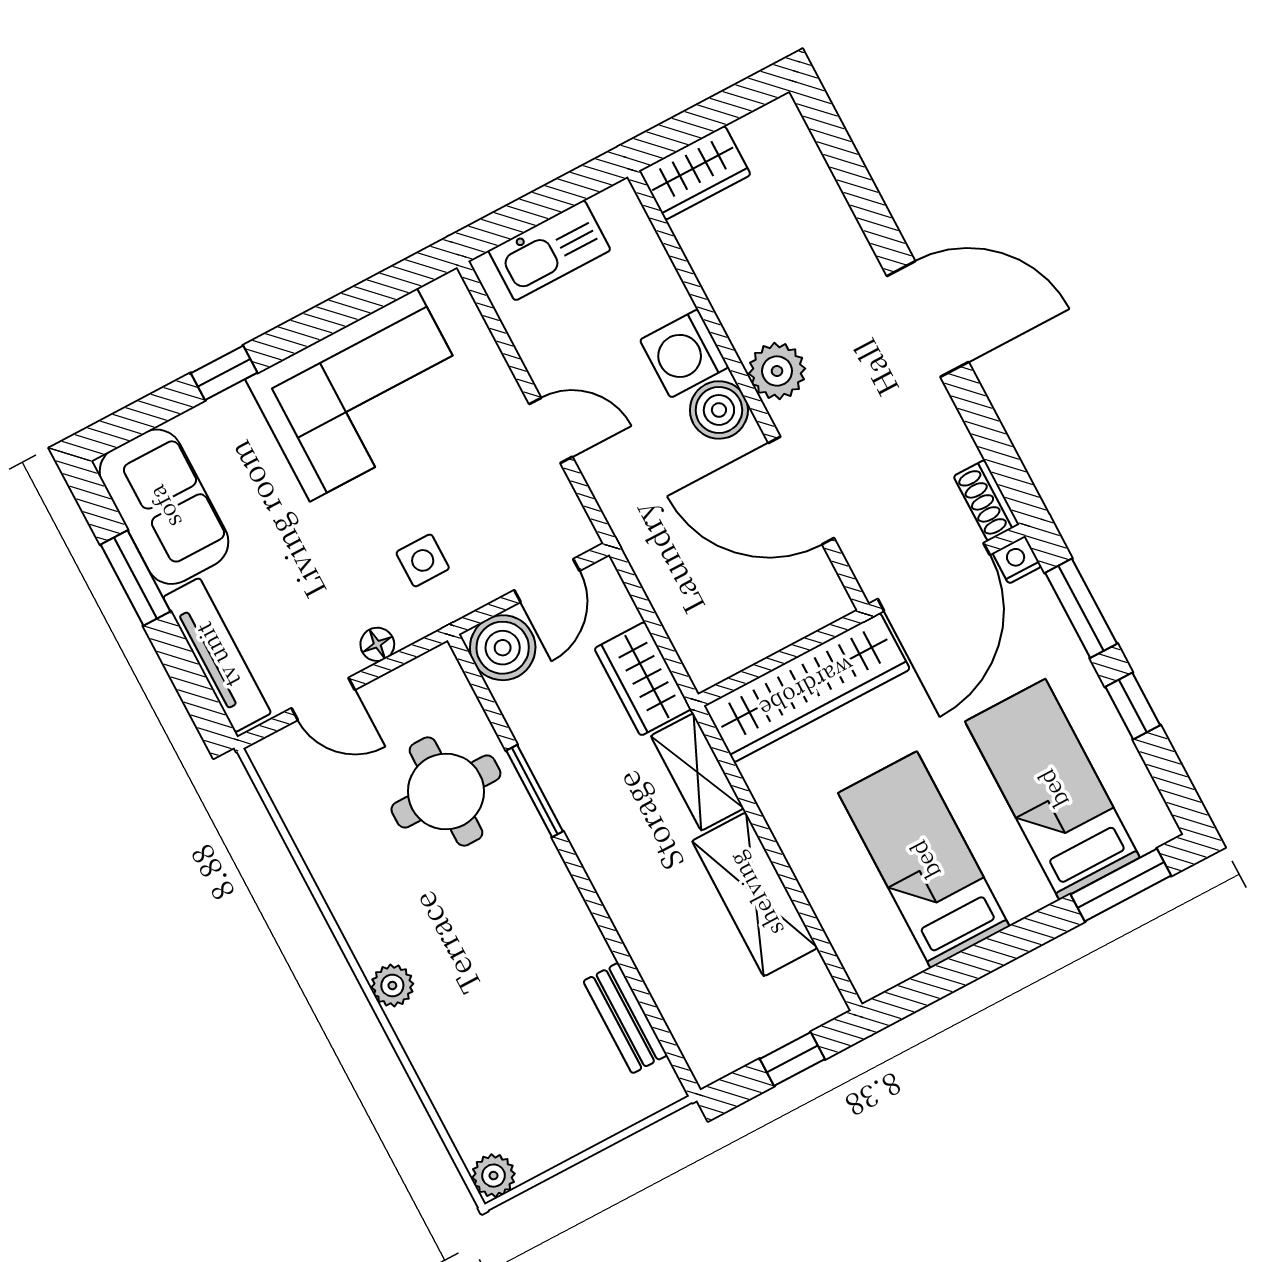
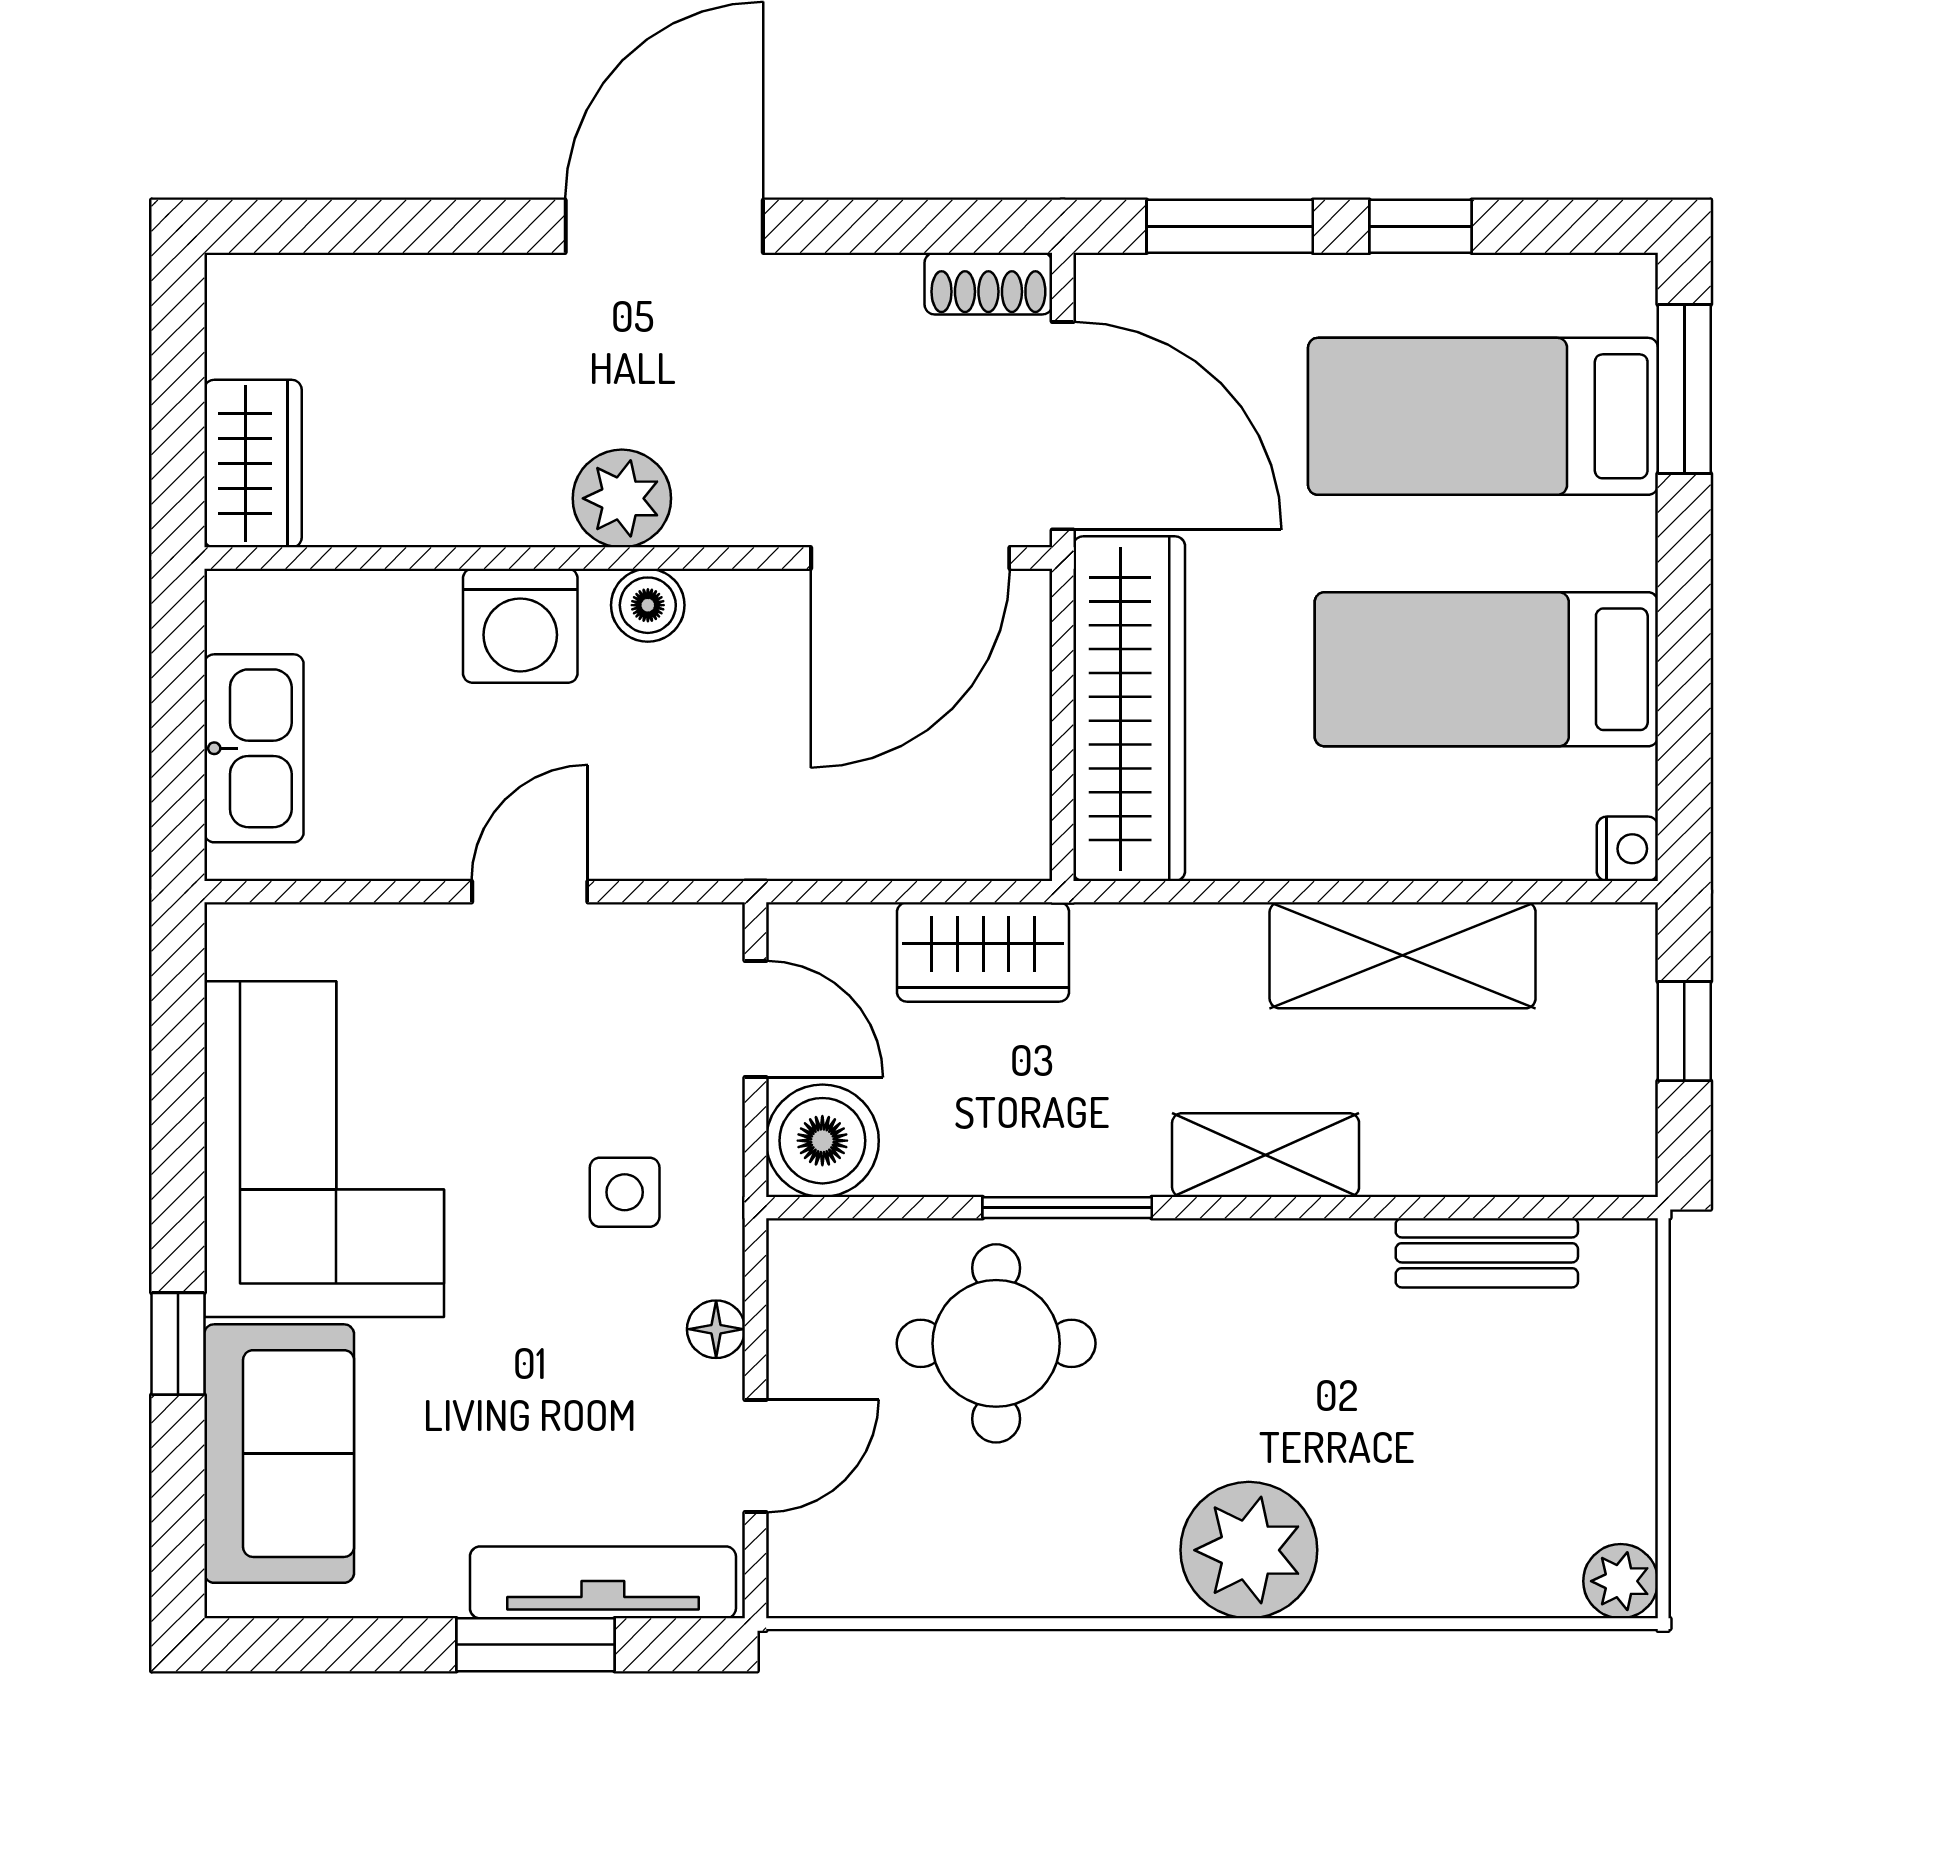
boiler: (719, 410) -> (648, 605), width x0.73, depth x0.73
door: (801, 491) -> (910, 558), moved
sofa: (164, 507) -> (279, 1454), moved, turned 90
nightstand: (1017, 560) -> (1627, 849), moved, turned 180
window: (135, 578) -> (536, 1645), moved
shelving: (697, 772) -> (1266, 1155), moved
plant: (392, 986) -> (1249, 1550), width x1.87, depth x1.87

